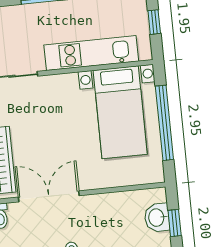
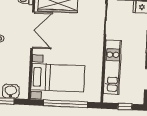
bed with nightstands: (120, 112) -> (58, 78), moved, turned 180

